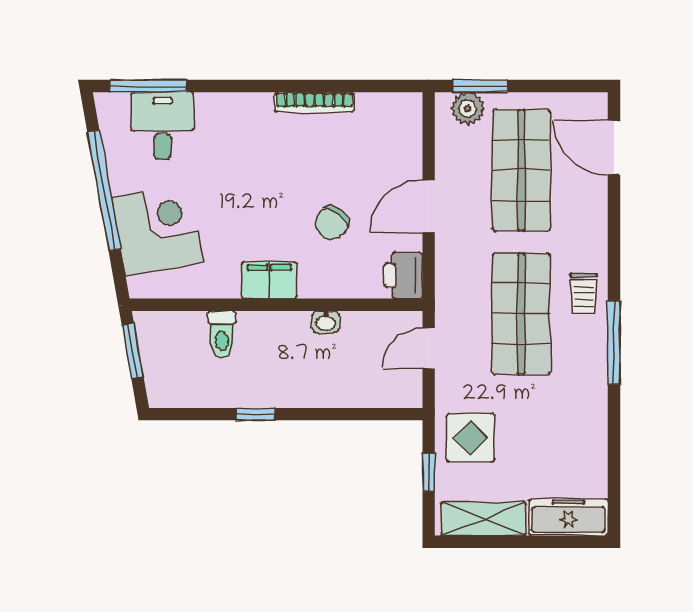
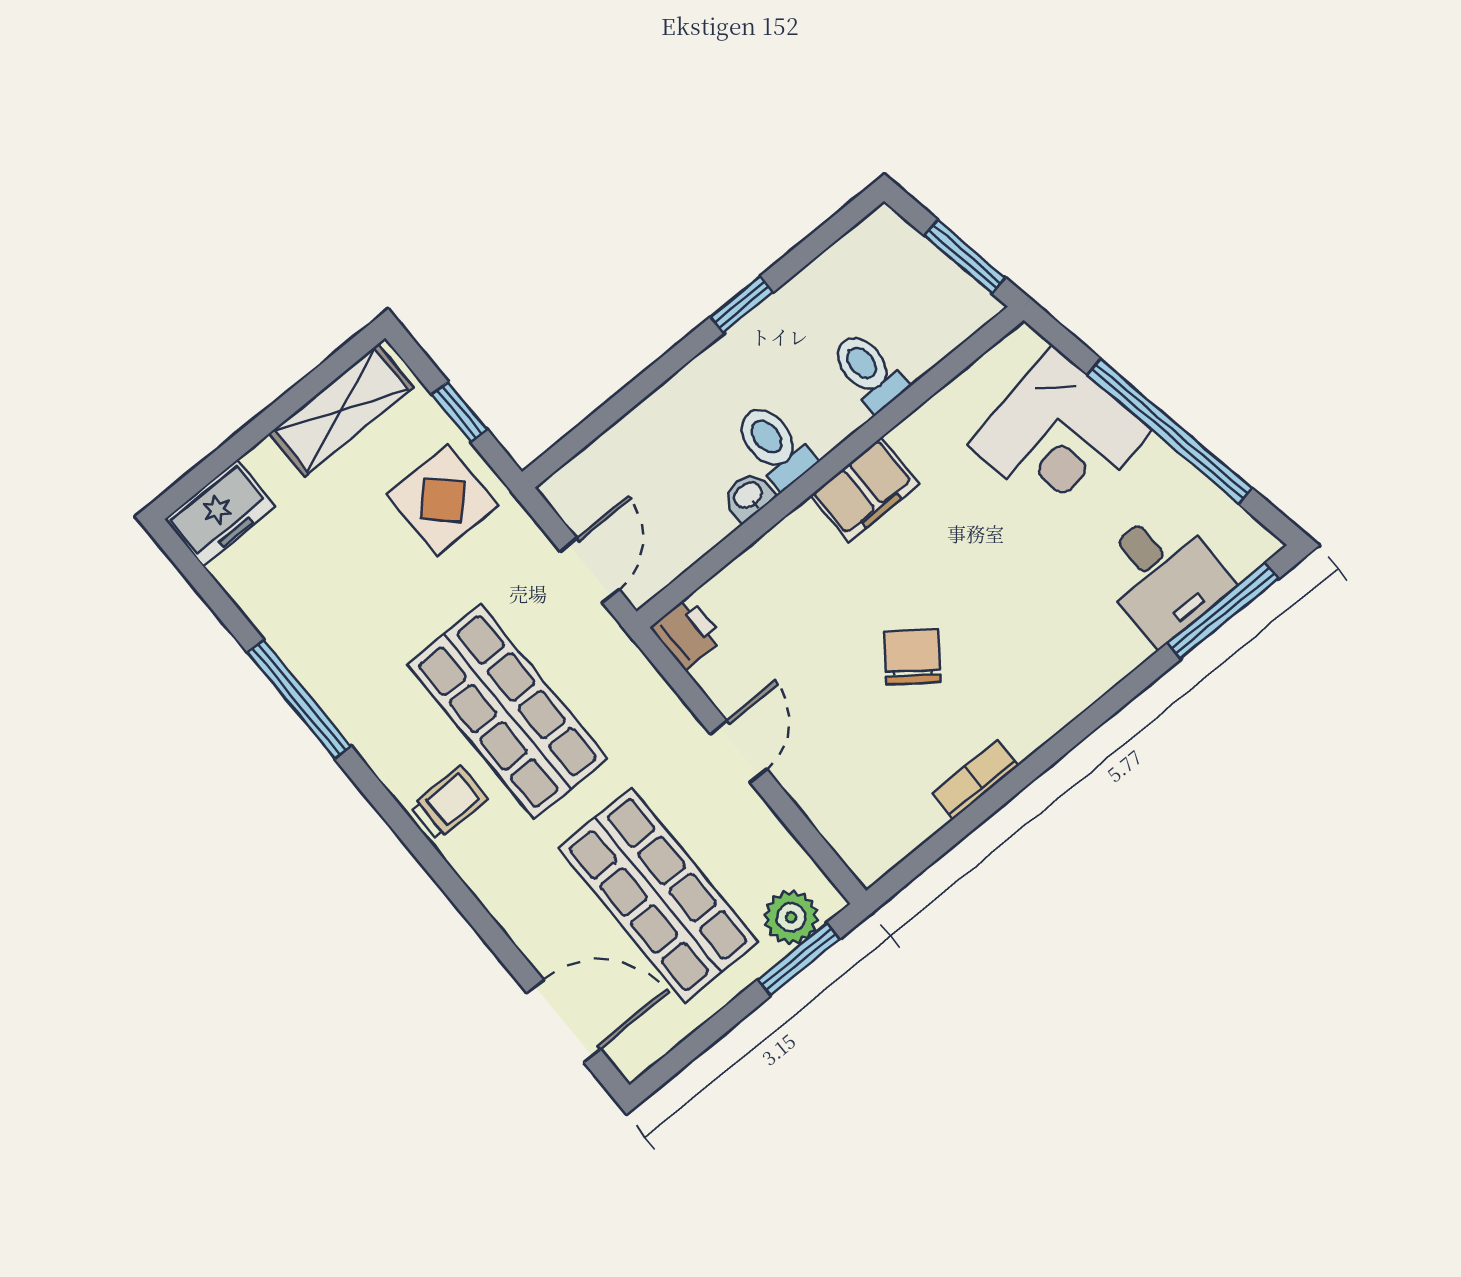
bookcase: (314, 102) -> (975, 780), width x0.64
door: (429, 206) -> (738, 752), width x0.73
chair: (332, 223) -> (912, 657), moved
printer: (403, 275) -> (687, 633), width x0.73, depth x0.81
trolley: (584, 294) -> (449, 803), turned 90
toilet: (294, 336) -> (774, 446), added
window: (614, 343) -> (299, 699), moved
freezer: (568, 517) -> (220, 513), width x0.71

